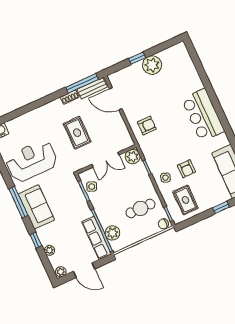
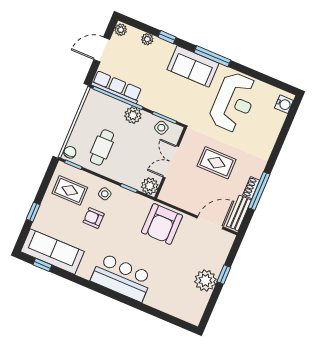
window: (82, 83) -> (259, 191), moved
armchair: (147, 126) -> (162, 224), width x1.88, depth x1.88
plant: (112, 233) -> (133, 115), moved

